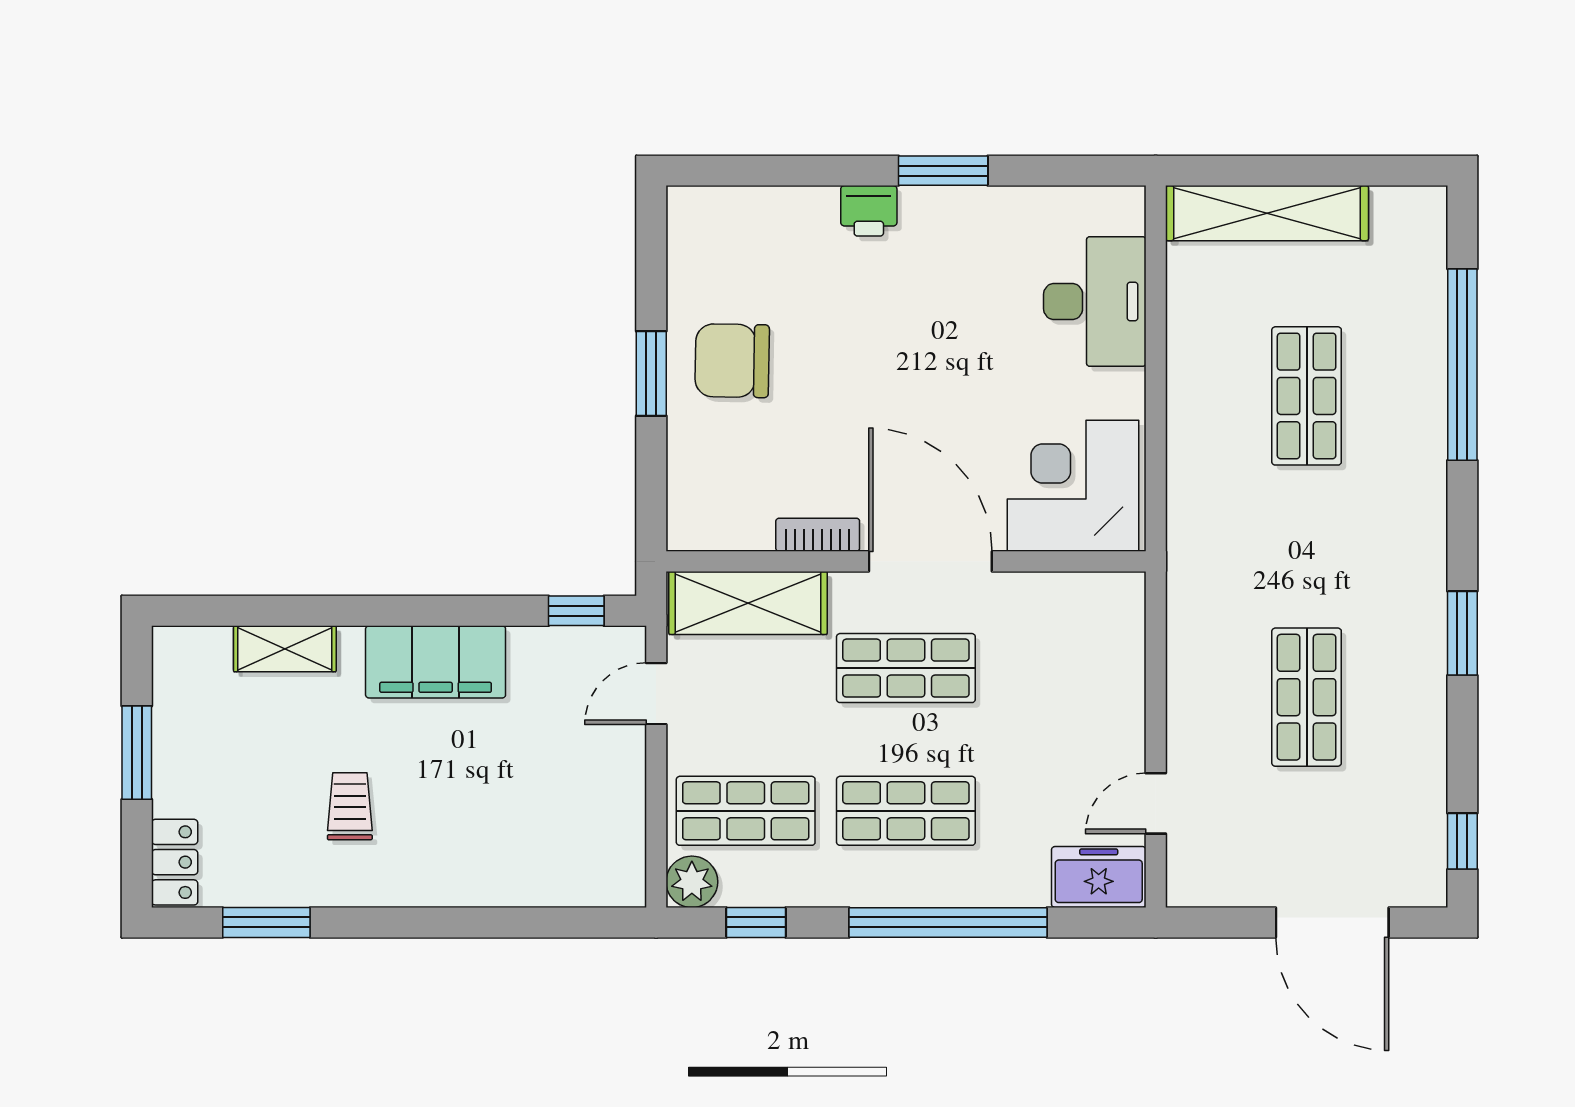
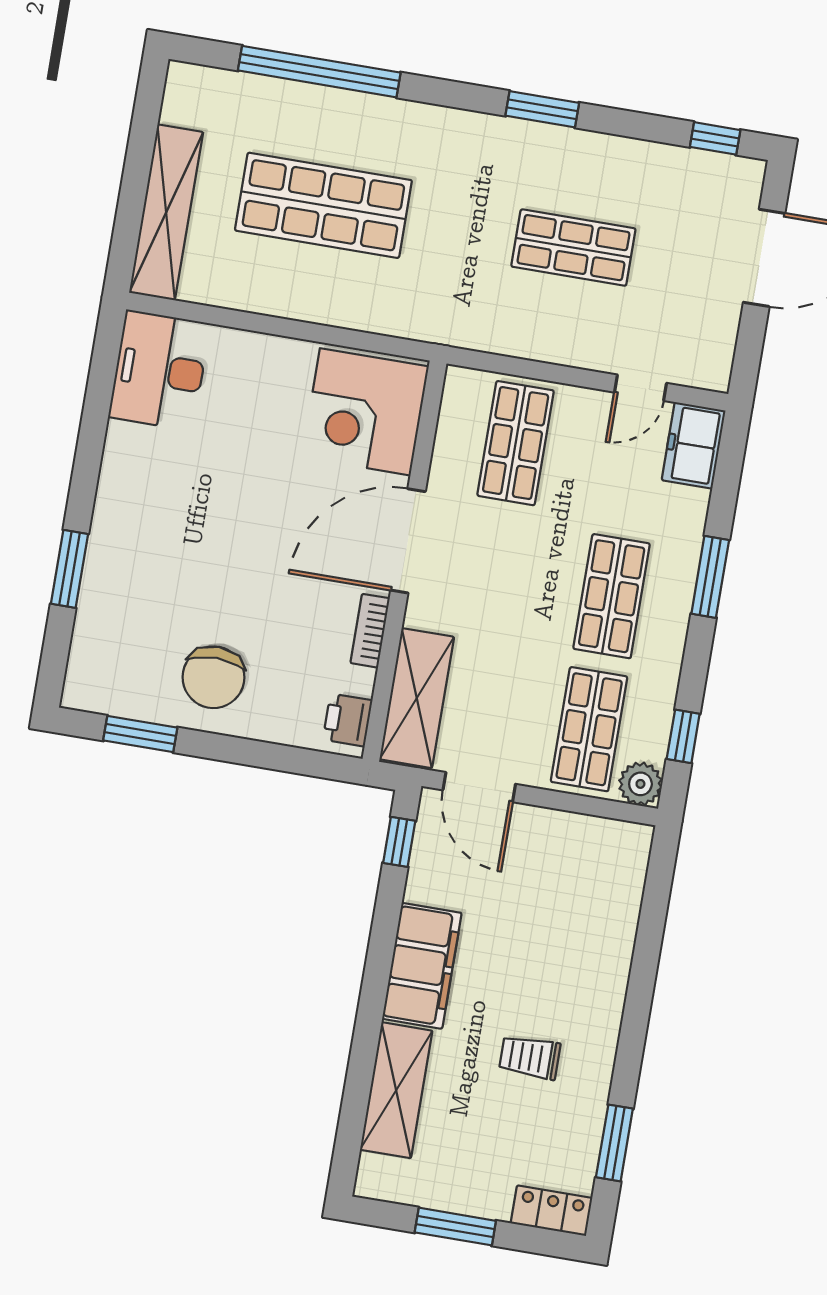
window: (943, 171) -> (69, 569), moved
printer: (869, 211) -> (347, 720), moved, turned 180
desk: (1095, 302) -> (159, 370), moved, turned -90
window: (651, 373) -> (140, 734), moved
shop shelf: (1307, 396) -> (323, 205), width x1.43, depth x1.36
shelving: (285, 649) -> (396, 1090), width x1.50, depth x1.33
shop shelf: (906, 668) -> (516, 443), moved
door: (656, 694) -> (479, 787), width x1.38
door: (1156, 803) -> (640, 388), hinge flipped
window: (948, 922) -> (710, 577), width x0.47

